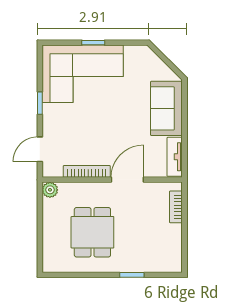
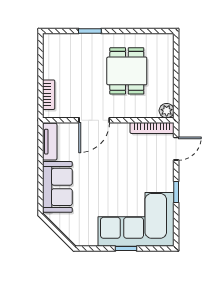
bookcase: (87, 171) -> (152, 128), moved

